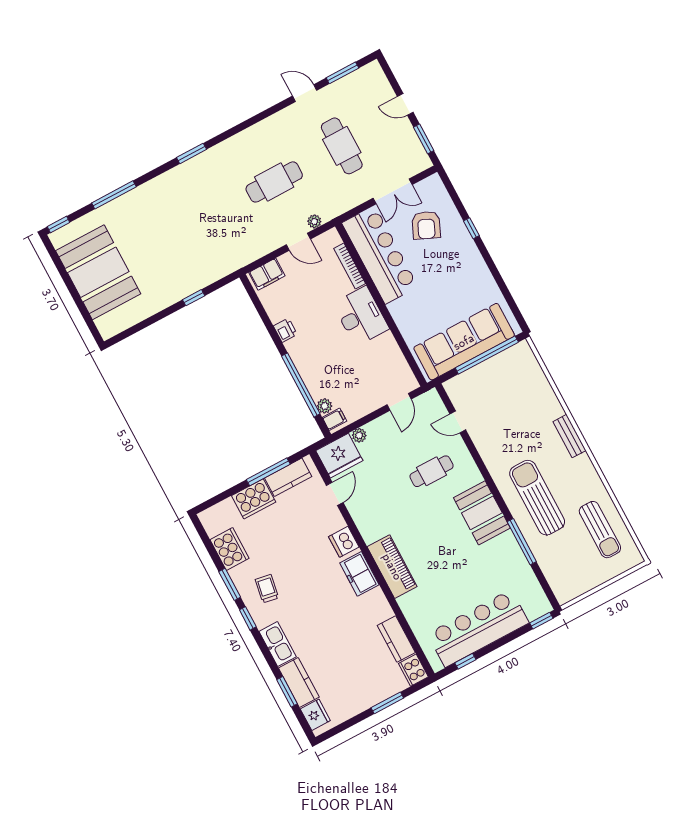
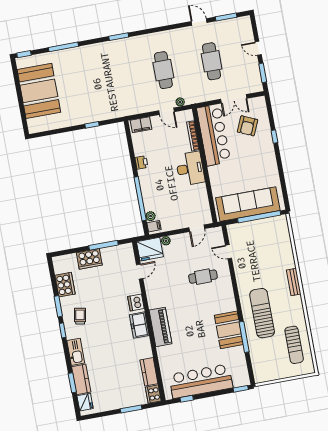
cafe table: (274, 182) -> (163, 70), turned 90
kitchen counter: (288, 477) -> (115, 252), removed
booth: (482, 513) -> (229, 330), moved

